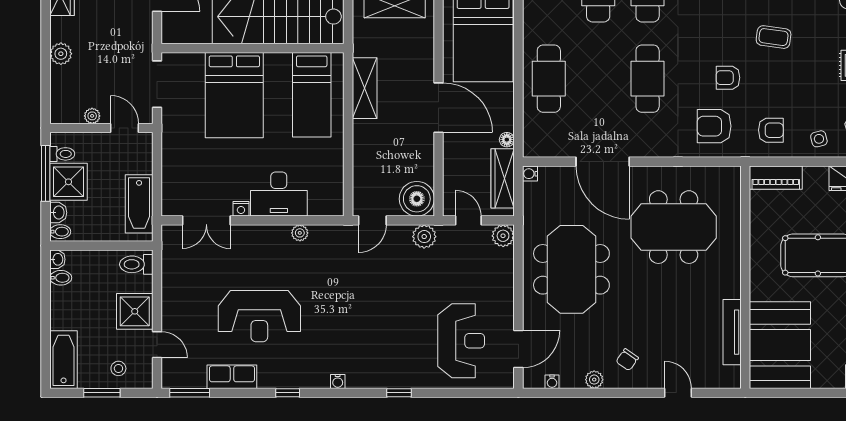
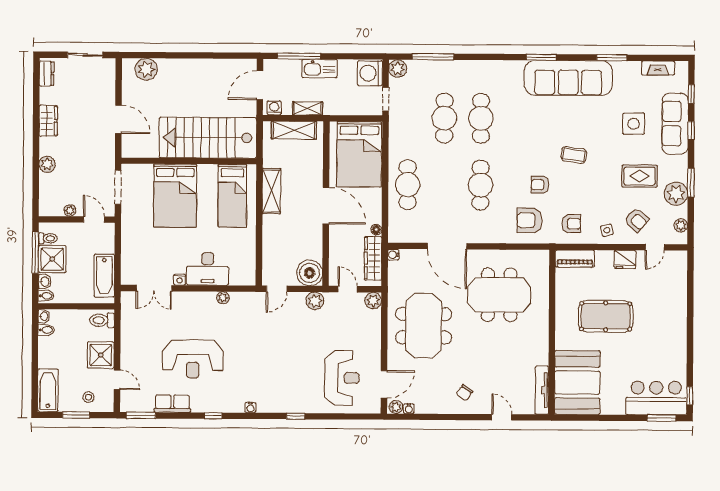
tv unit: (732, 332) -> (542, 390), moved
plant: (594, 380) -> (396, 407), moved

